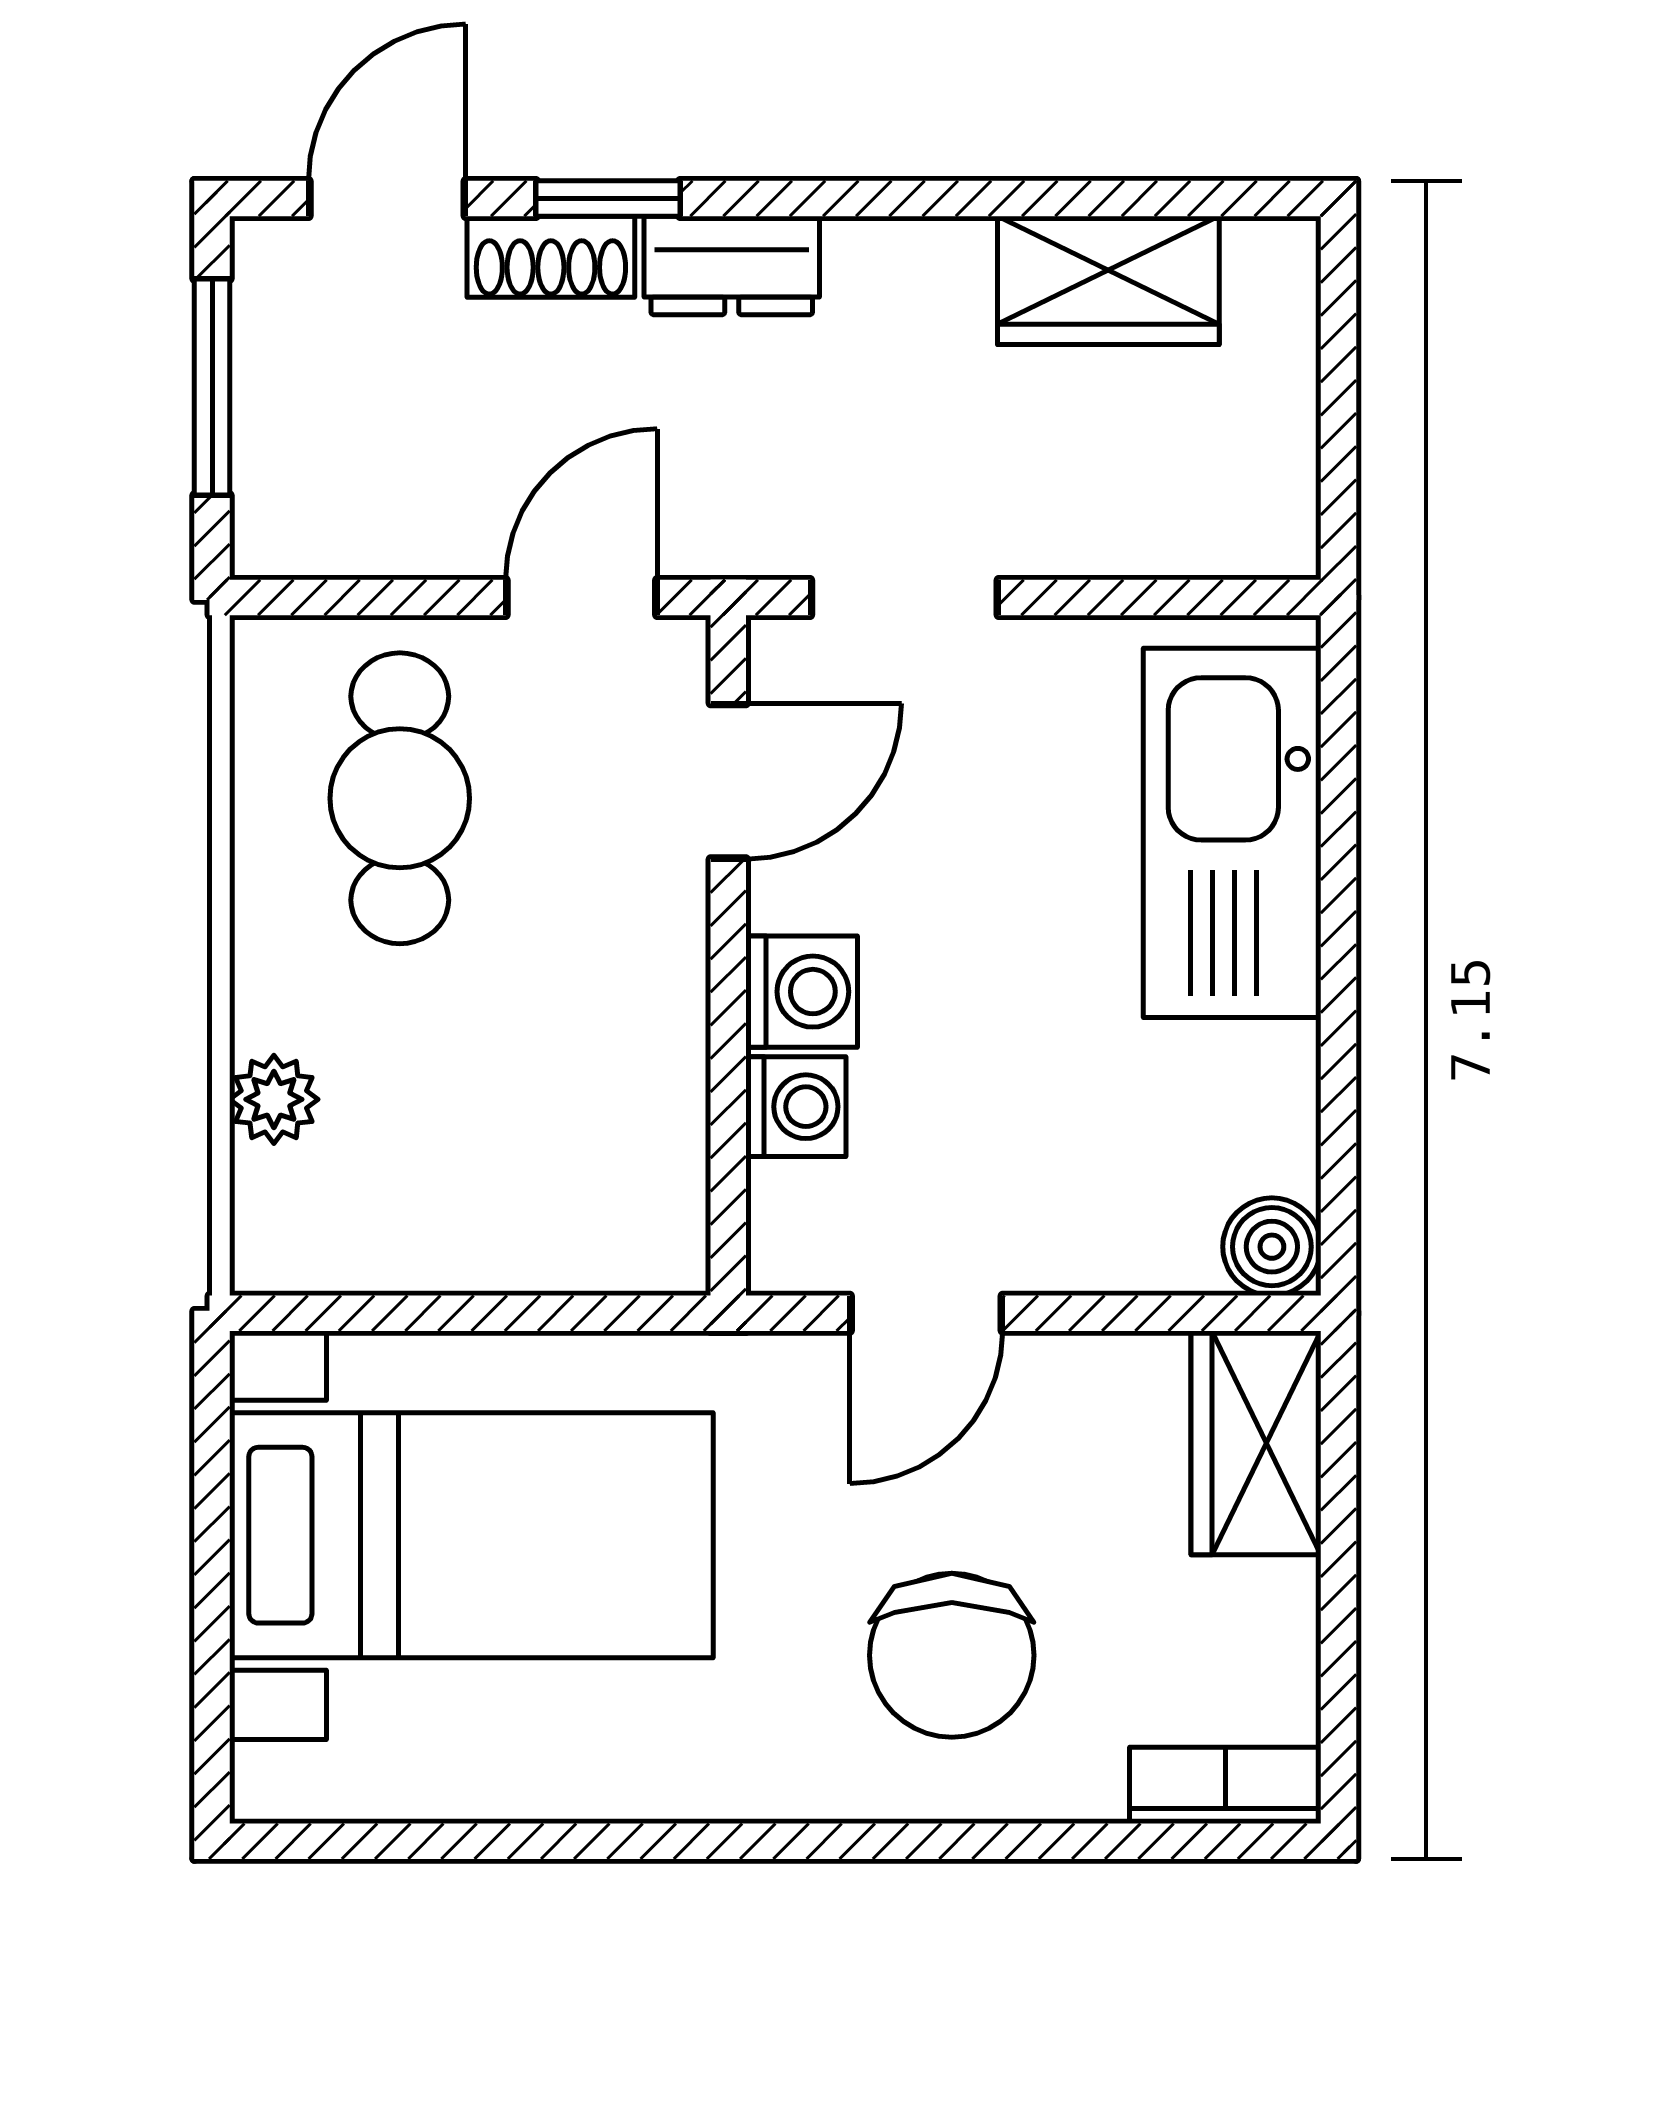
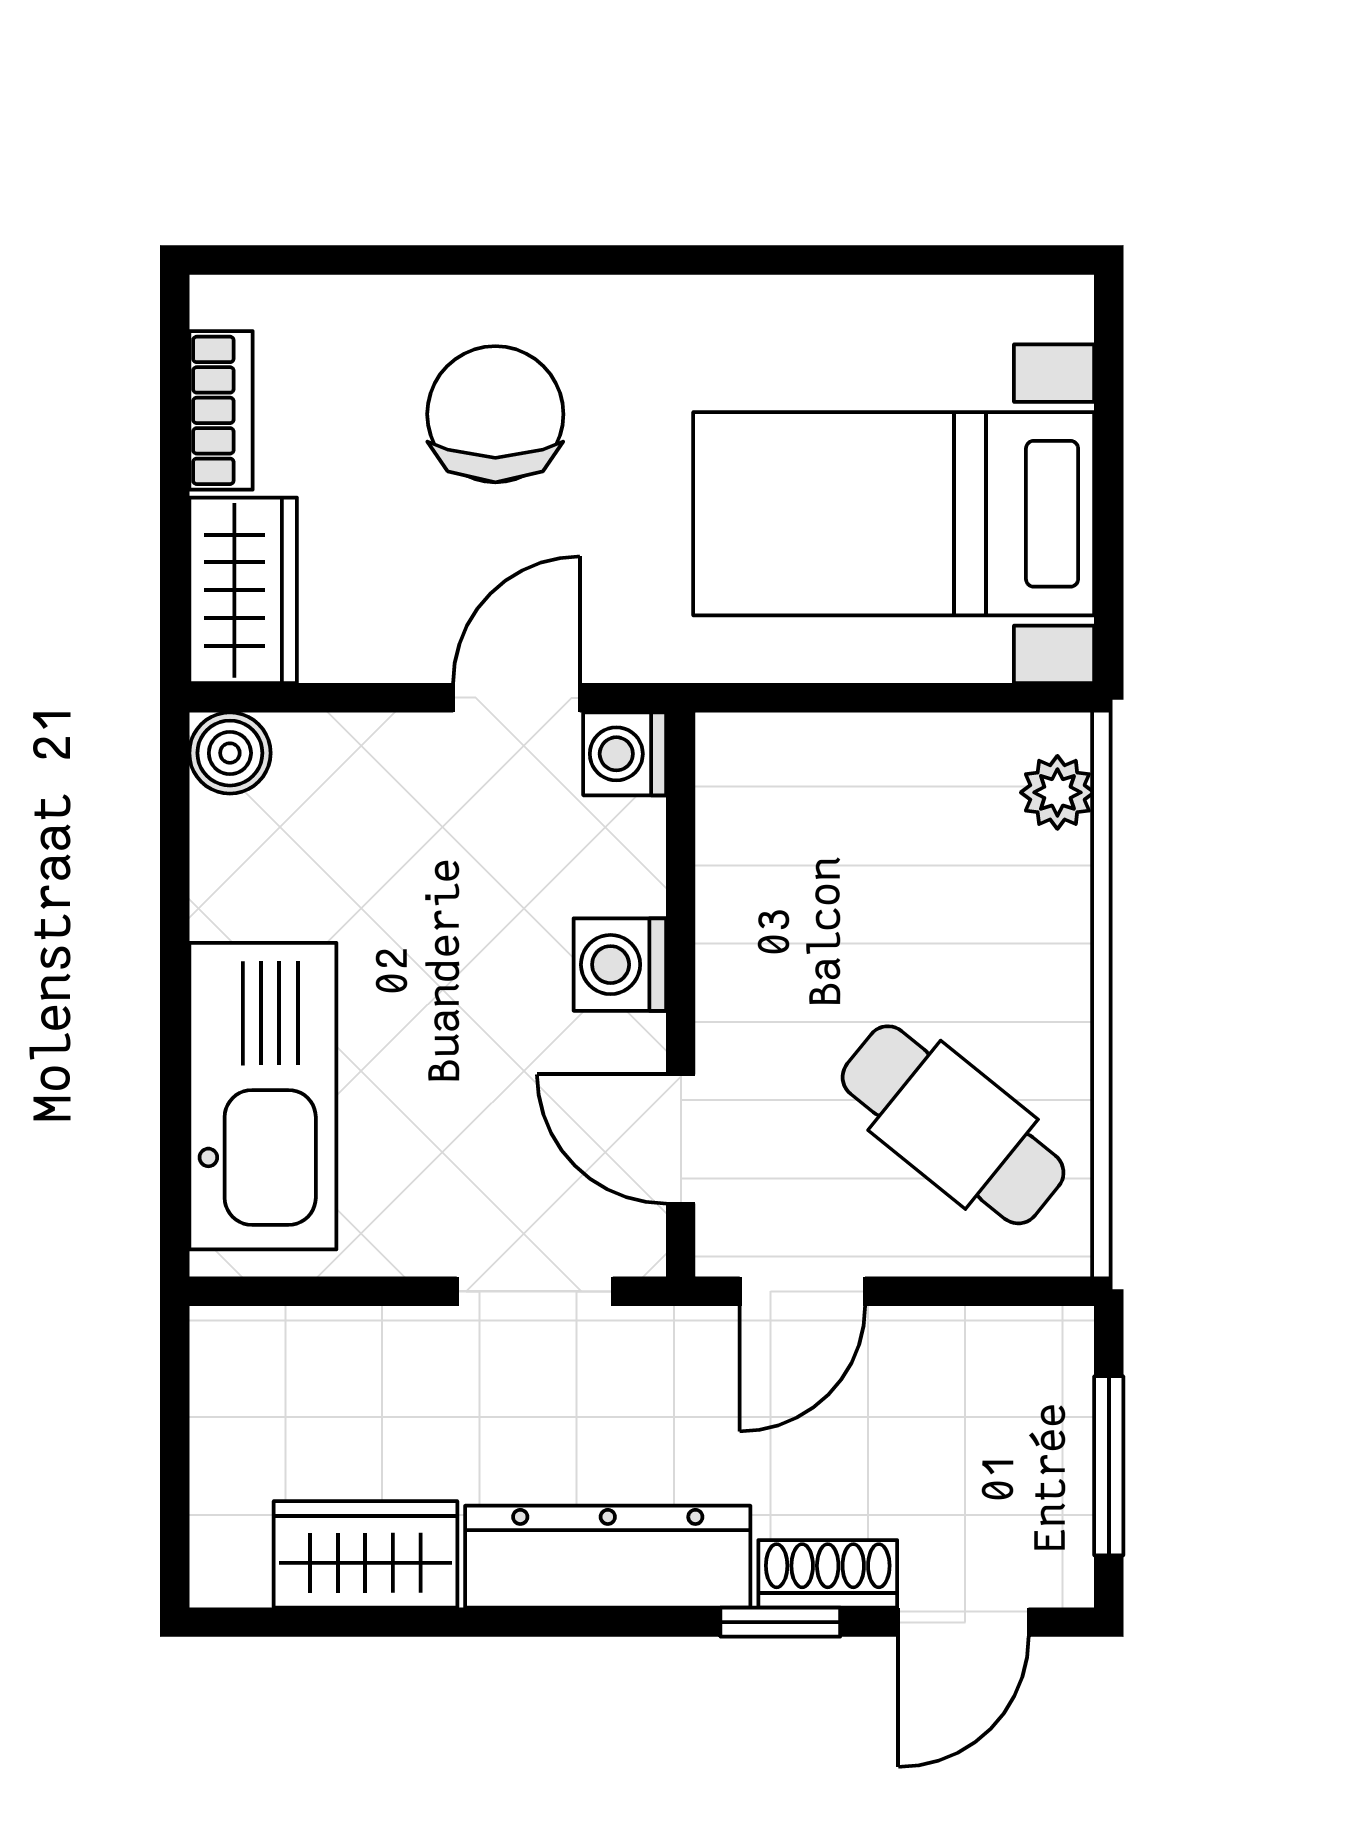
dresser: (732, 265) -> (608, 1557), width x1.96, depth x1.24
door: (728, 781) -> (681, 1139), hinge flipped
cafe table: (400, 798) -> (953, 1125), turned -51
plant: (274, 1099) -> (1057, 792), moved
washing machine: (796, 1107) -> (625, 754), moved
bookcase: (1225, 1785) -> (221, 410), moved, turned -90

